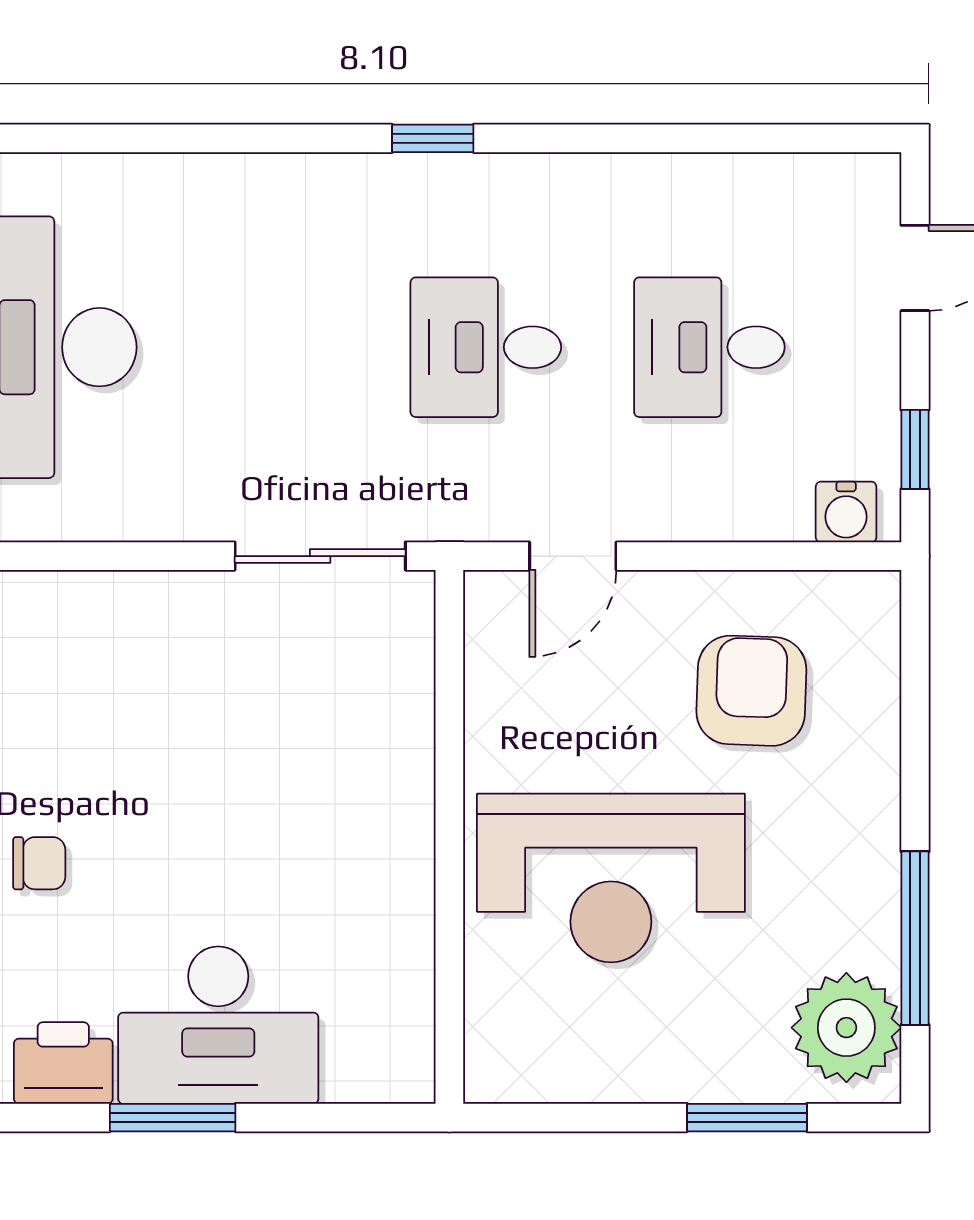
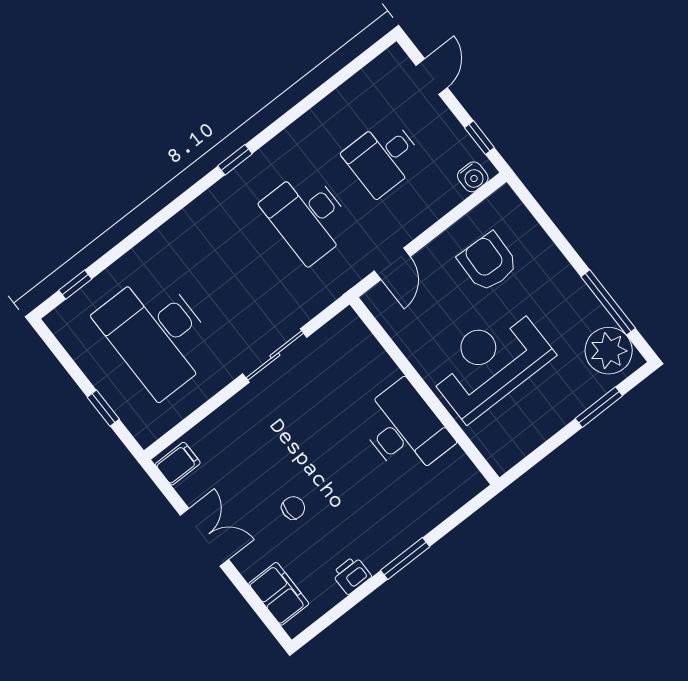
desk: (486, 347) -> (308, 216), width x1.37
sliding door: (320, 556) -> (275, 355), moved
reception desk: (611, 878) -> (490, 362), turned 180
desk: (218, 1025) -> (405, 430), moved, turned -90
printer: (63, 1063) -> (352, 575), width x0.73, depth x0.81

